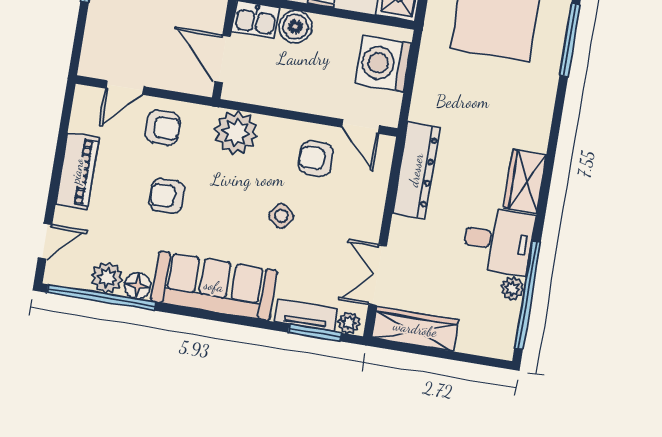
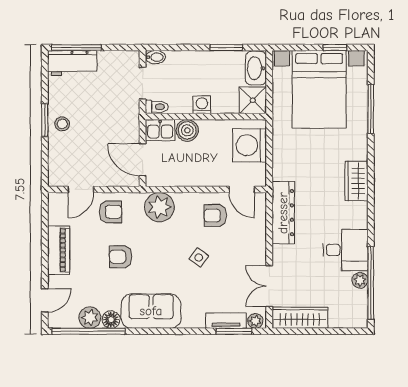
wardrobe: (525, 181) -> (356, 181), moved
sofa: (214, 286) -> (151, 311), width x0.73

